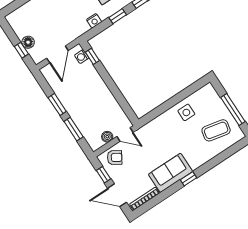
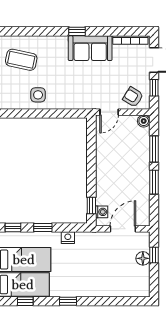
door: (125, 135) -> (109, 112), swing flipped
boiler: (107, 137) -> (144, 121), moved

